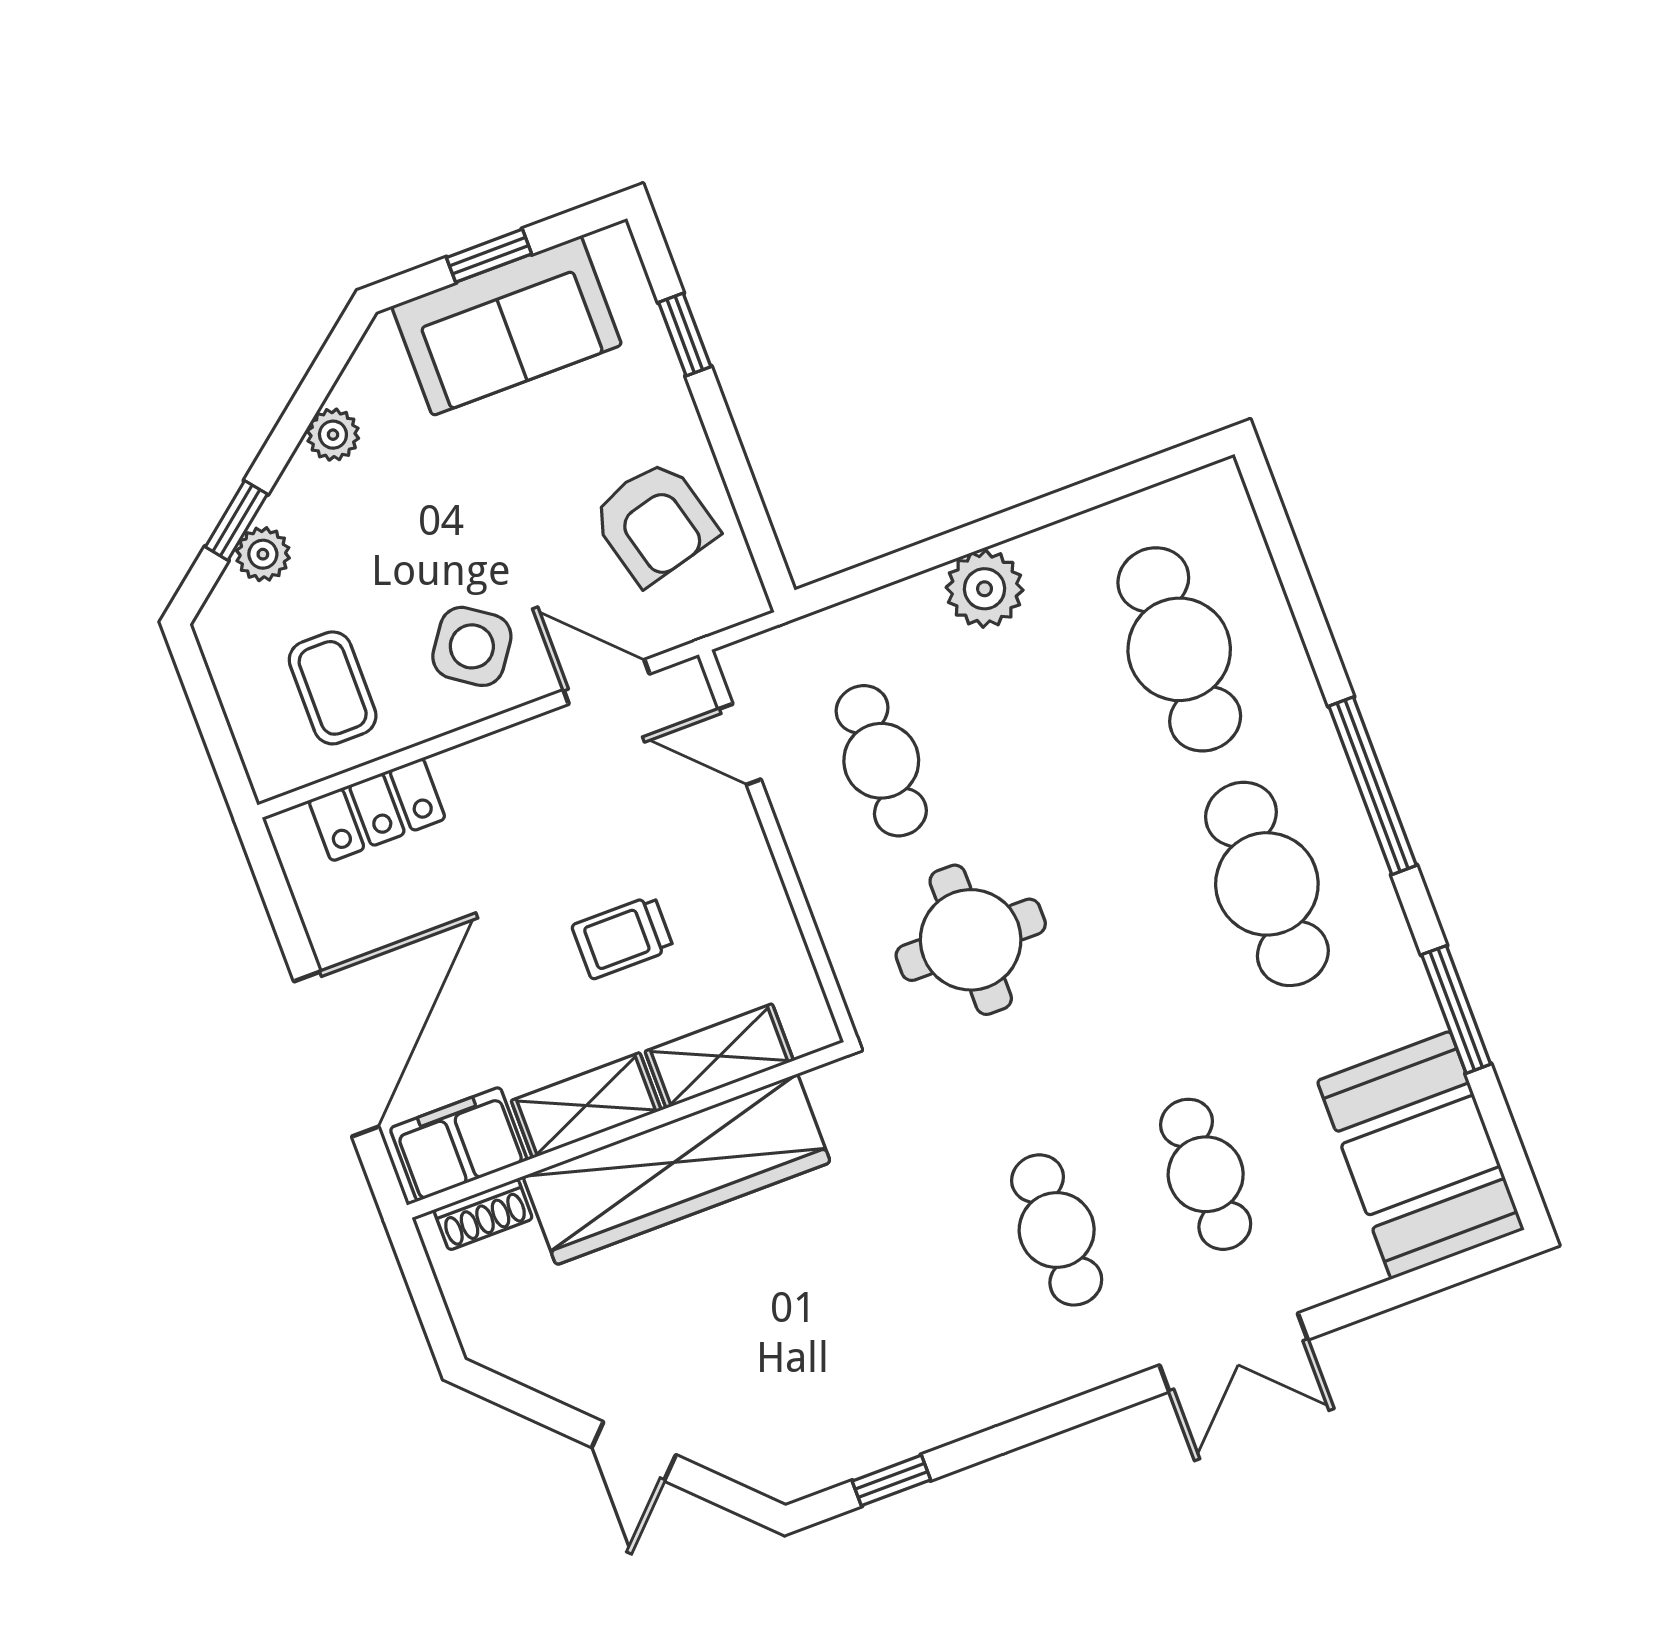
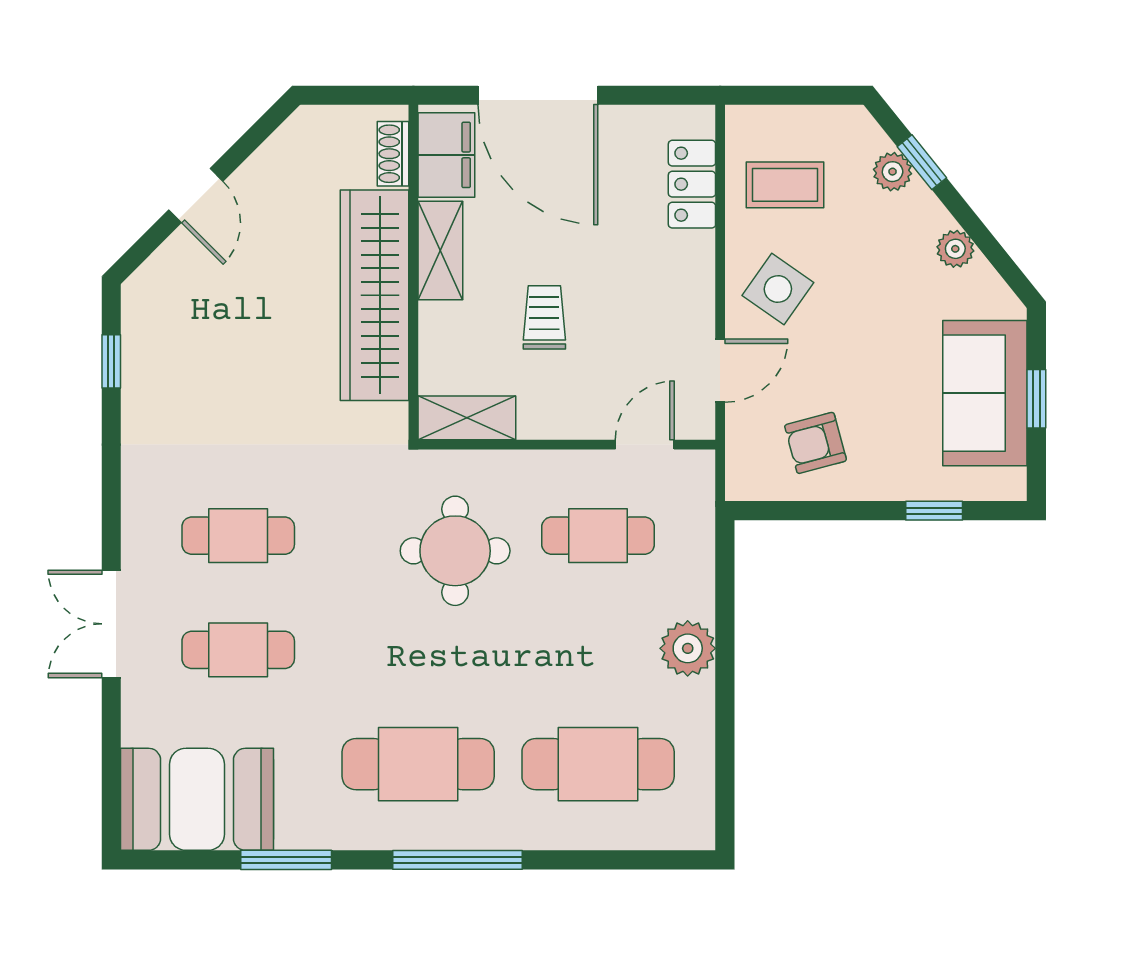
armchair: (654, 522) -> (816, 443), width x0.72, depth x0.72
shelving: (719, 1056) -> (467, 418), moved, turned 90
door: (634, 1451) -> (196, 196), swing flipped

